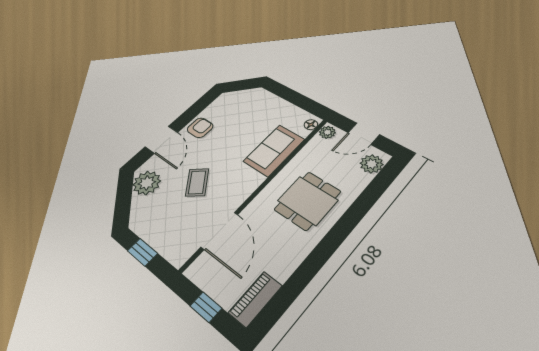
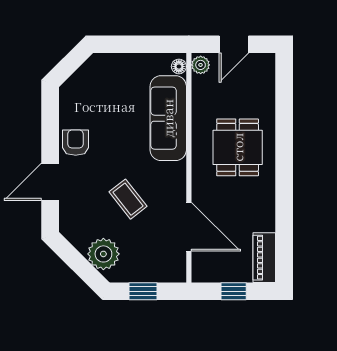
door: (161, 140) -> (50, 182), swing flipped
sofa: (274, 150) -> (168, 118), width x1.36
plant: (372, 164) -> (263, 73), removed
plant: (147, 183) -> (103, 254), moved

